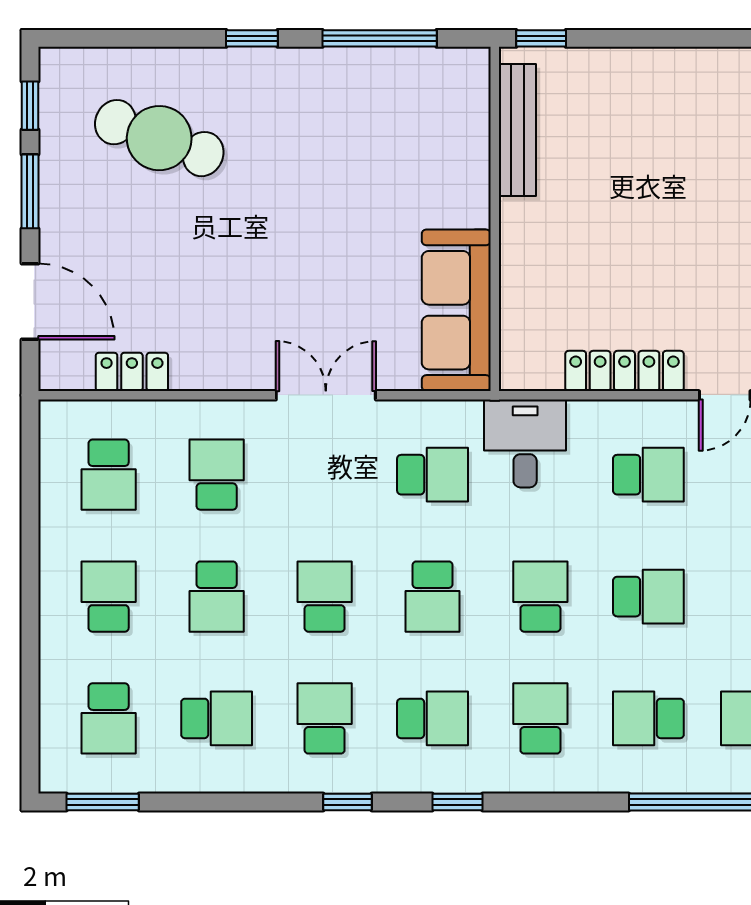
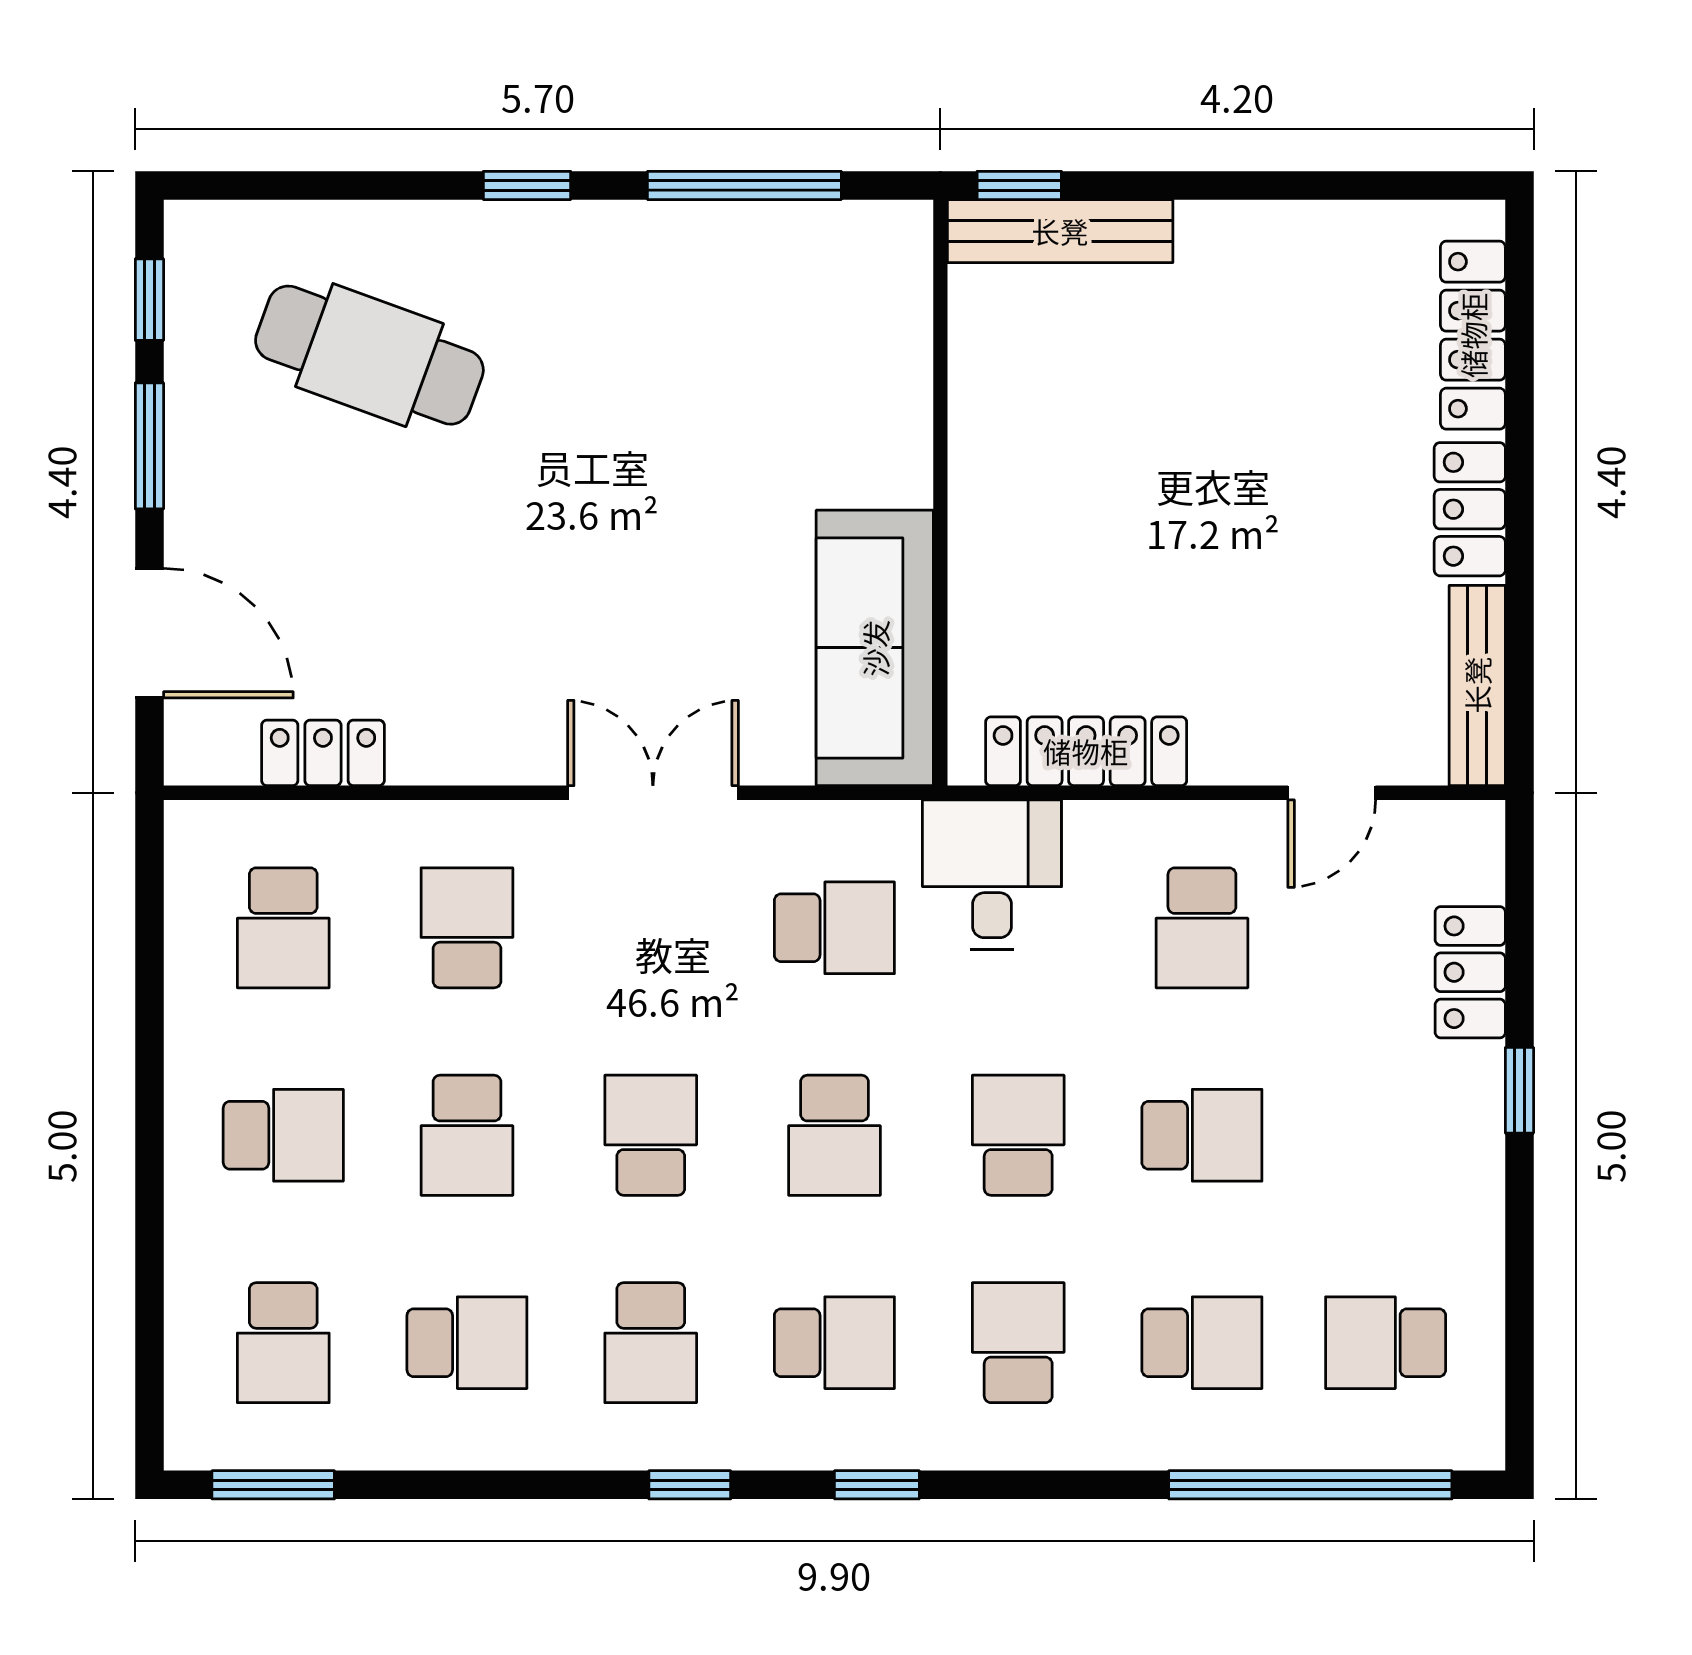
bench: (517, 130) -> (1060, 231), moved, turned 90
locker: (625, 371) -> (1086, 751), moved
school desk: (648, 475) -> (1202, 928), turned 90
school desk: (109, 597) -> (283, 1135), turned 90
school desk: (325, 718) -> (651, 1343), turned 180
school desk: (648, 718) -> (1202, 1343), turned 180

